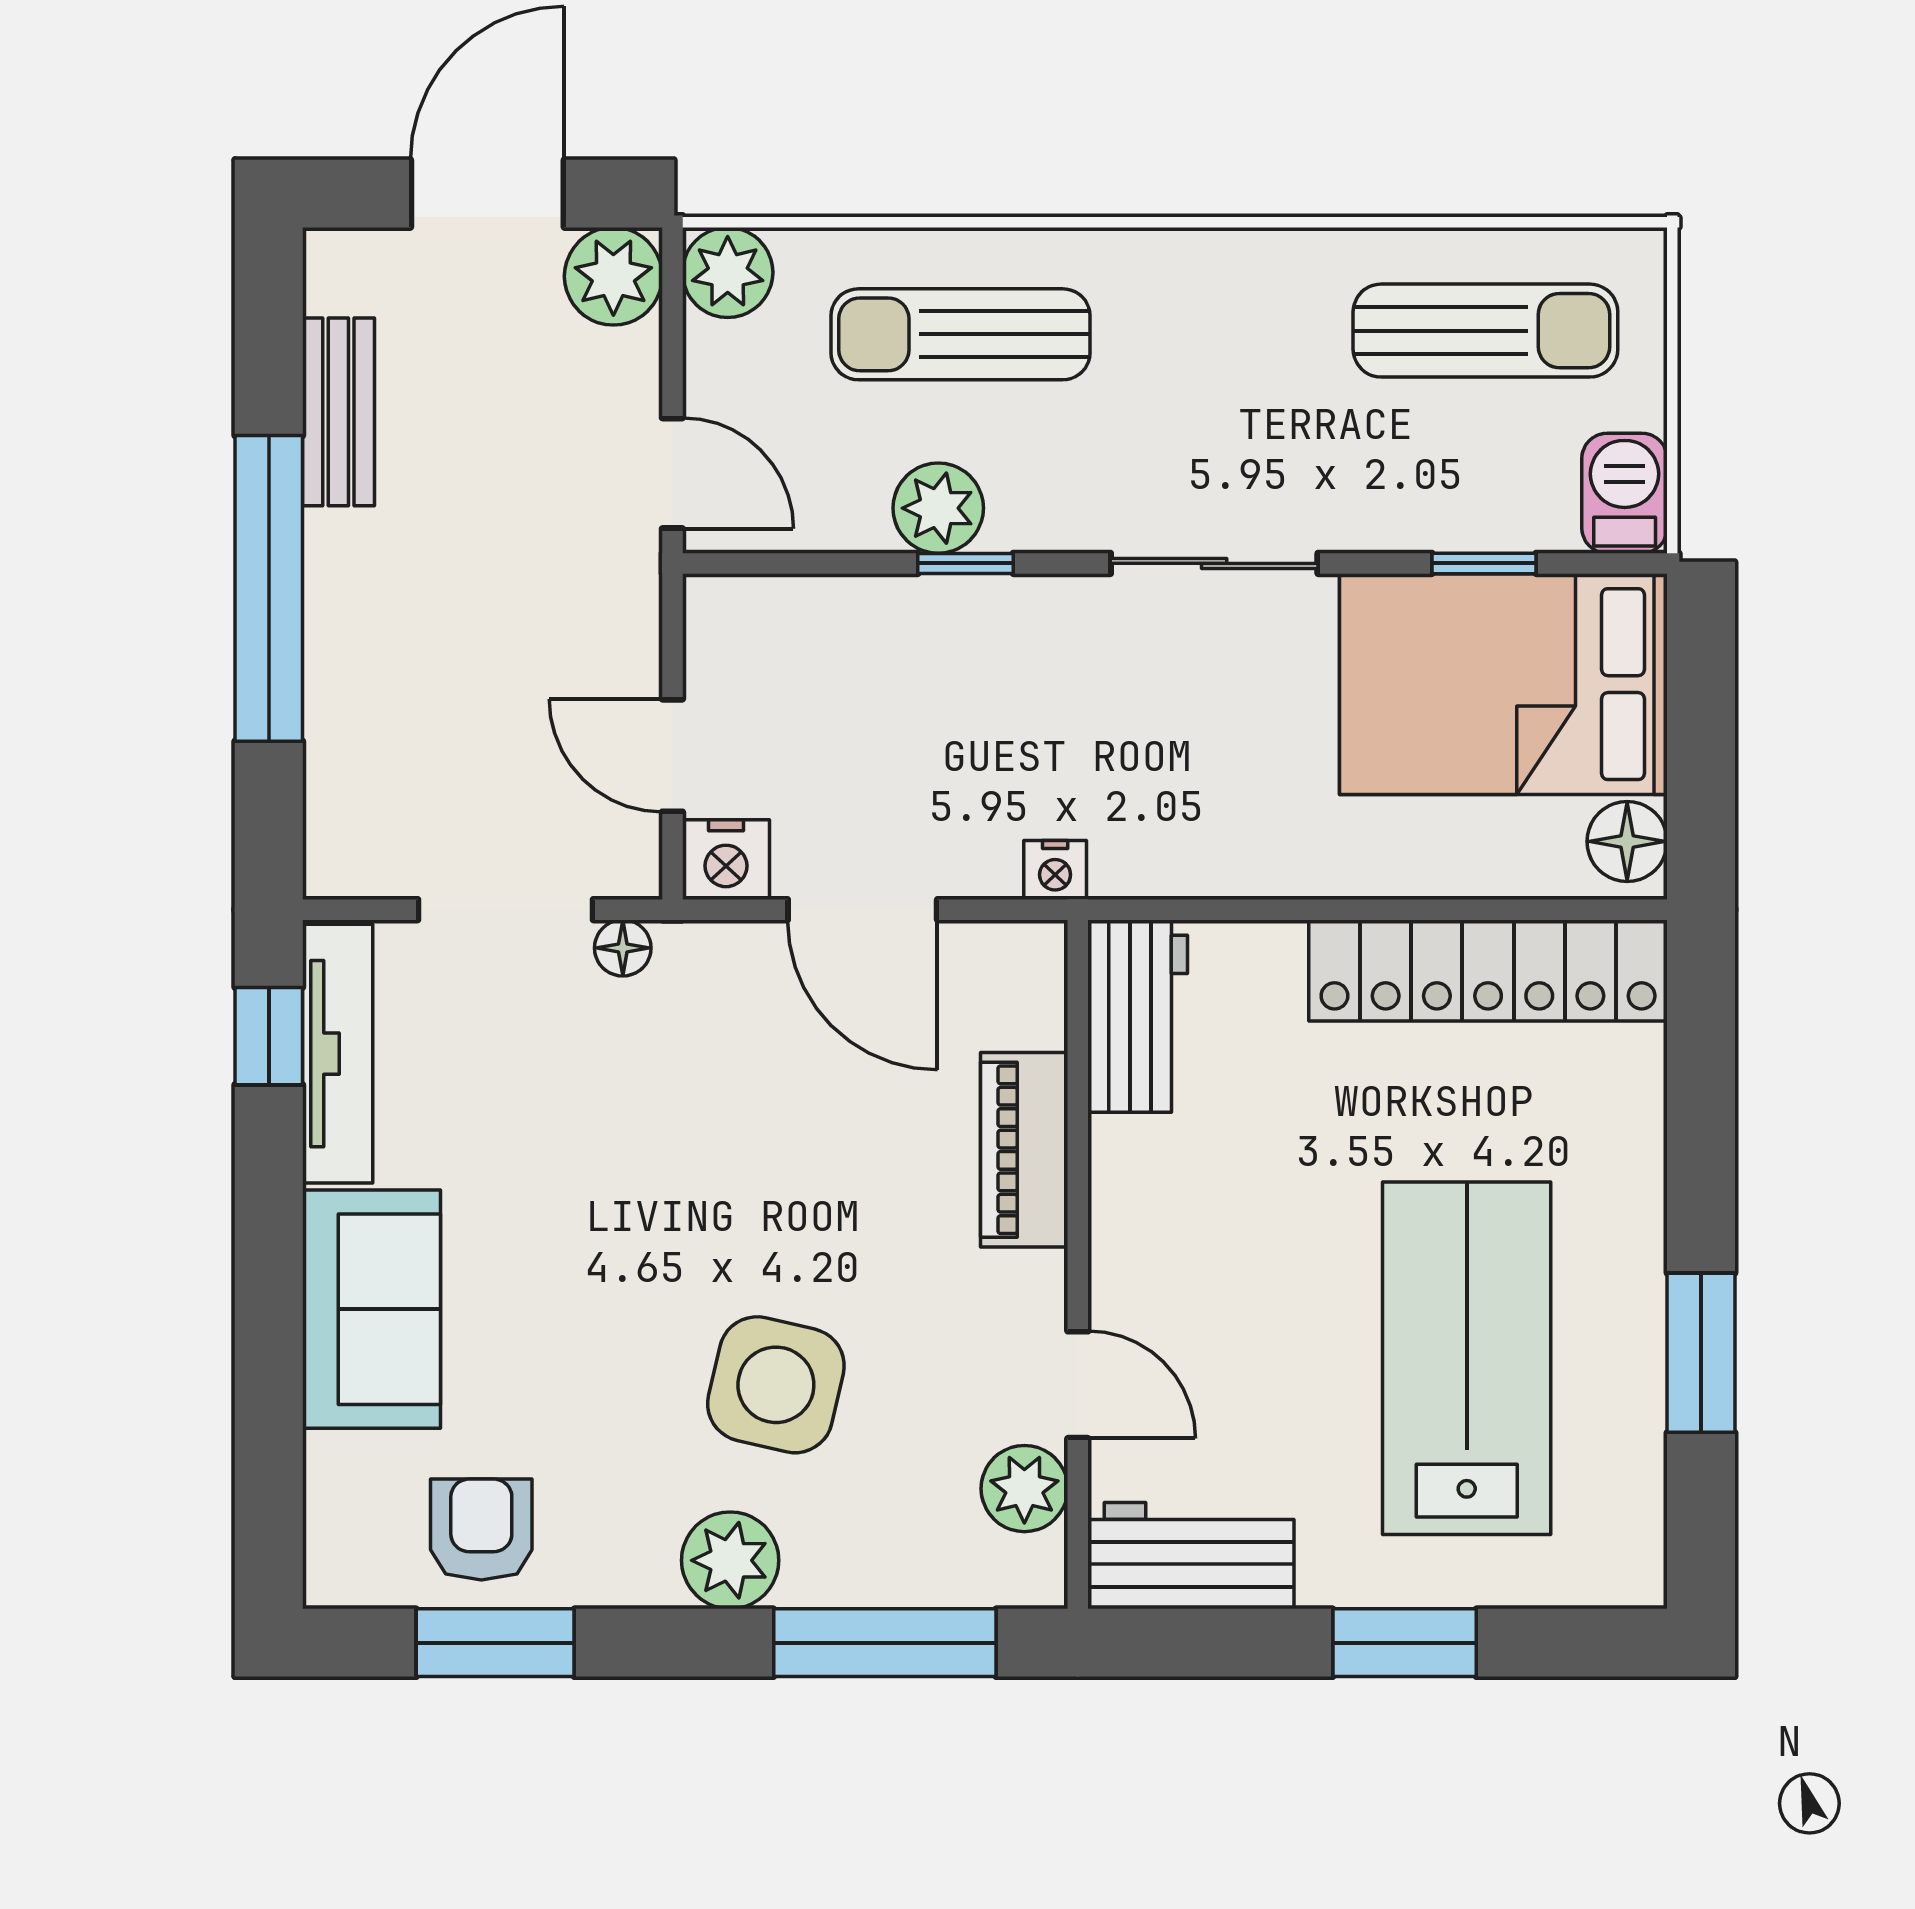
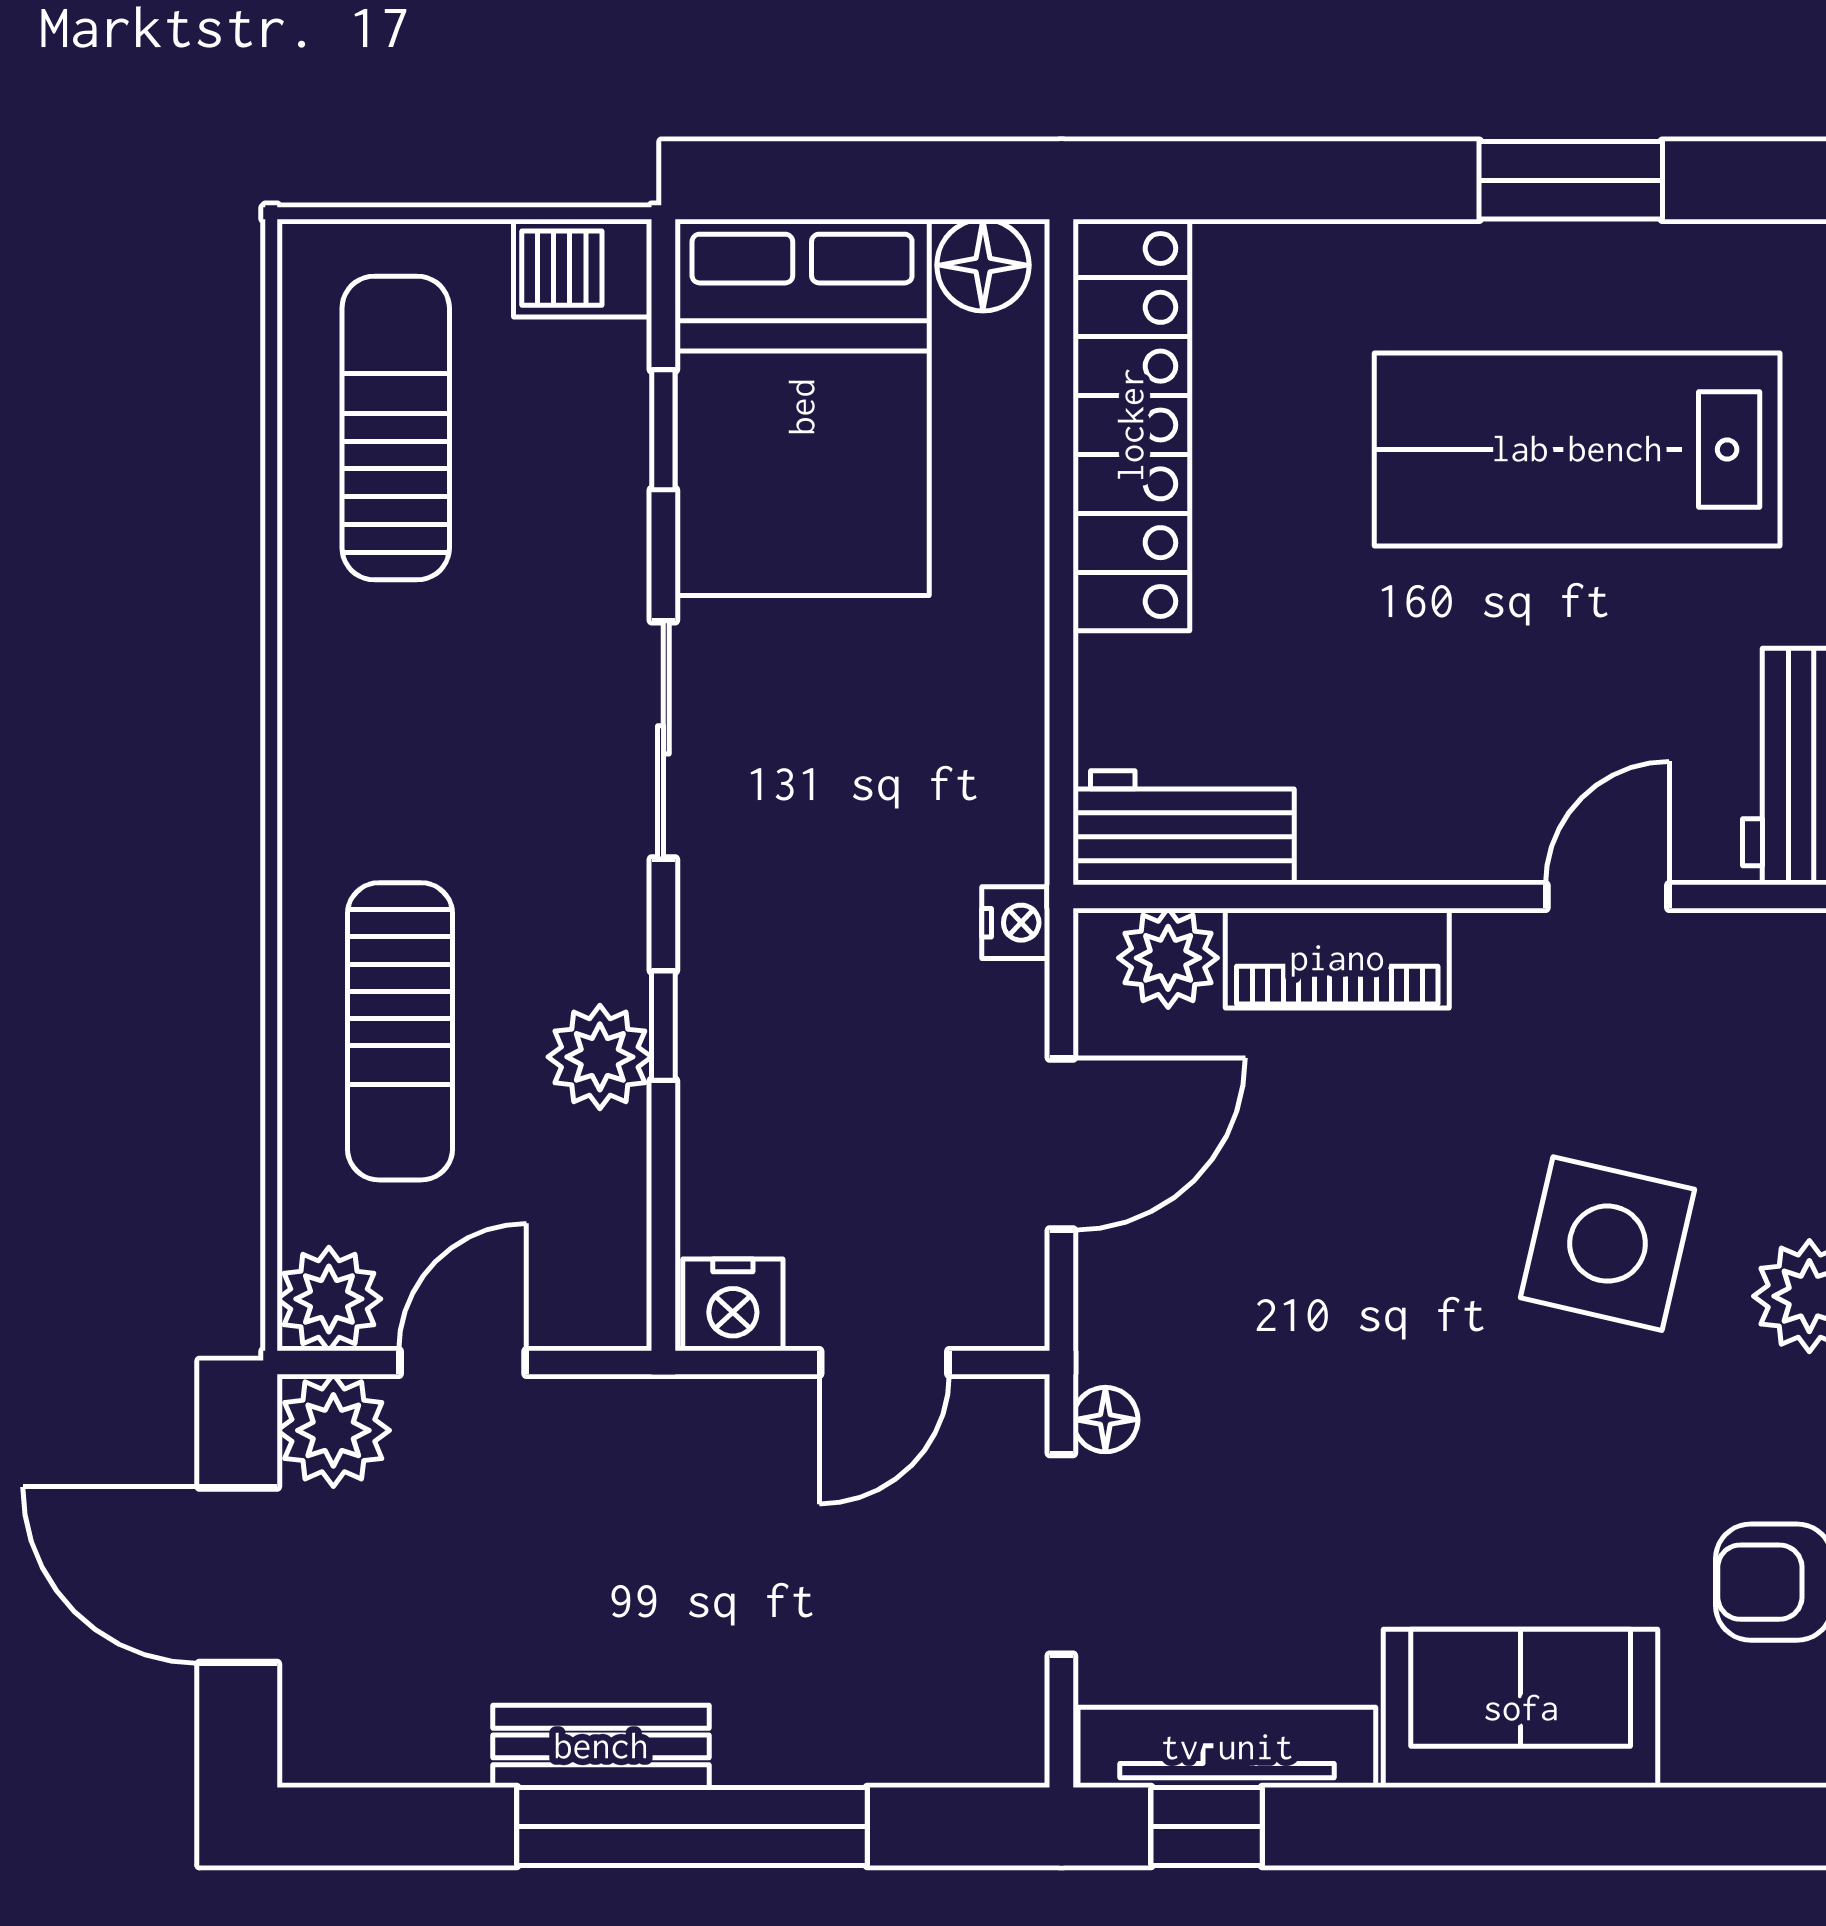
bench: (338, 412) -> (601, 1746), moved
door: (672, 473) -> (463, 1363), moved
nightstand: (726, 860) -> (733, 1305), moved, turned 90
plant: (1024, 1489) -> (1168, 958), moved

